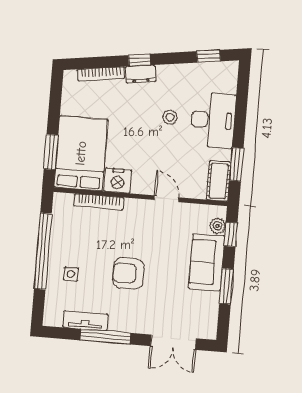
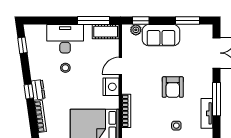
window: (236, 164) -> (93, 21), width x1.44
nightstand: (118, 181) -> (111, 87), moved
window: (226, 286) -> (187, 21), moved

